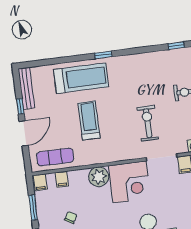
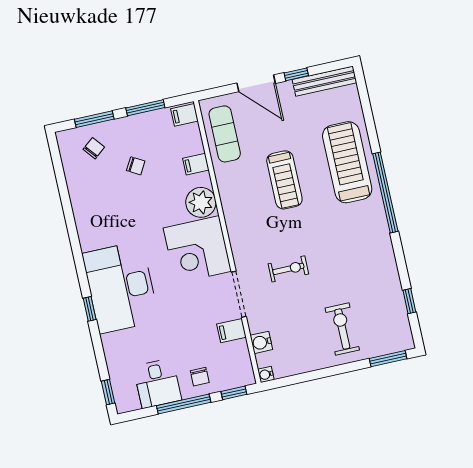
window: (103, 55) -> (385, 192), width x3.17
treadmill: (81, 78) -> (347, 162), turned 180
treadmill: (89, 120) -> (284, 180), turned 90
exercise bike: (148, 123) -> (288, 269), width x0.73, depth x0.72
filing cabinet: (62, 179) -> (196, 164), moved

